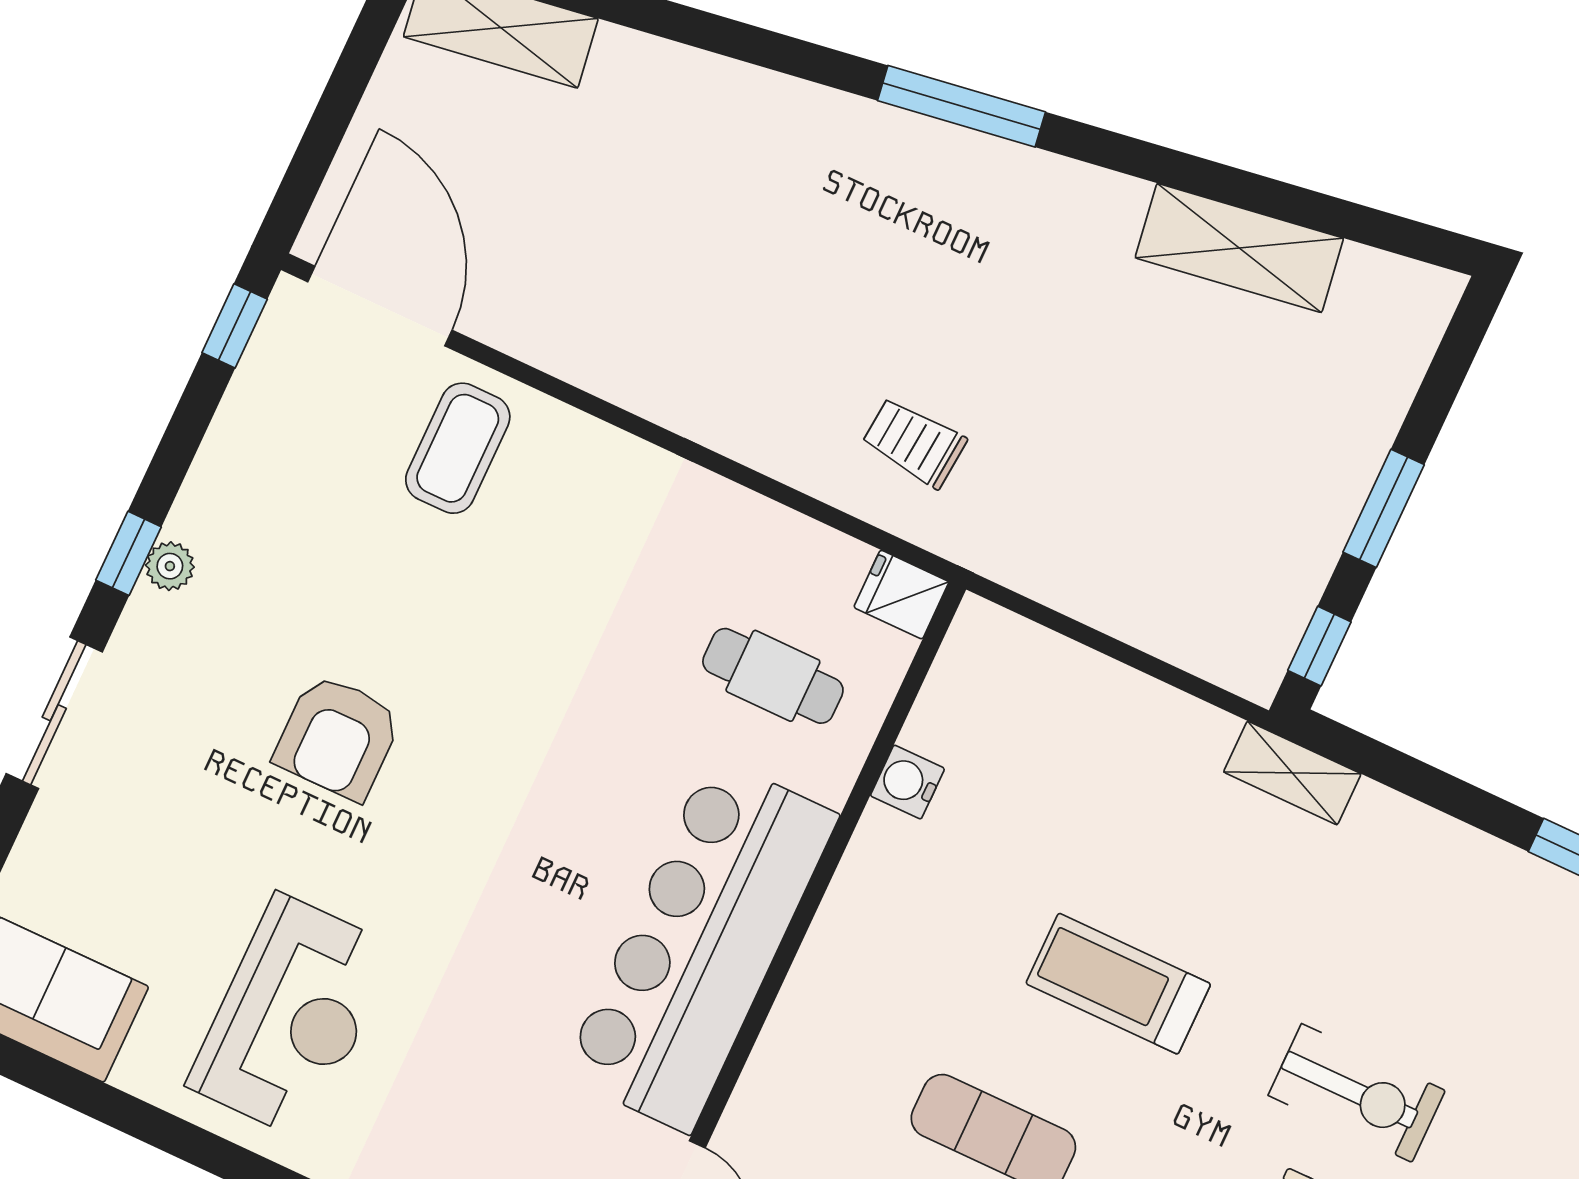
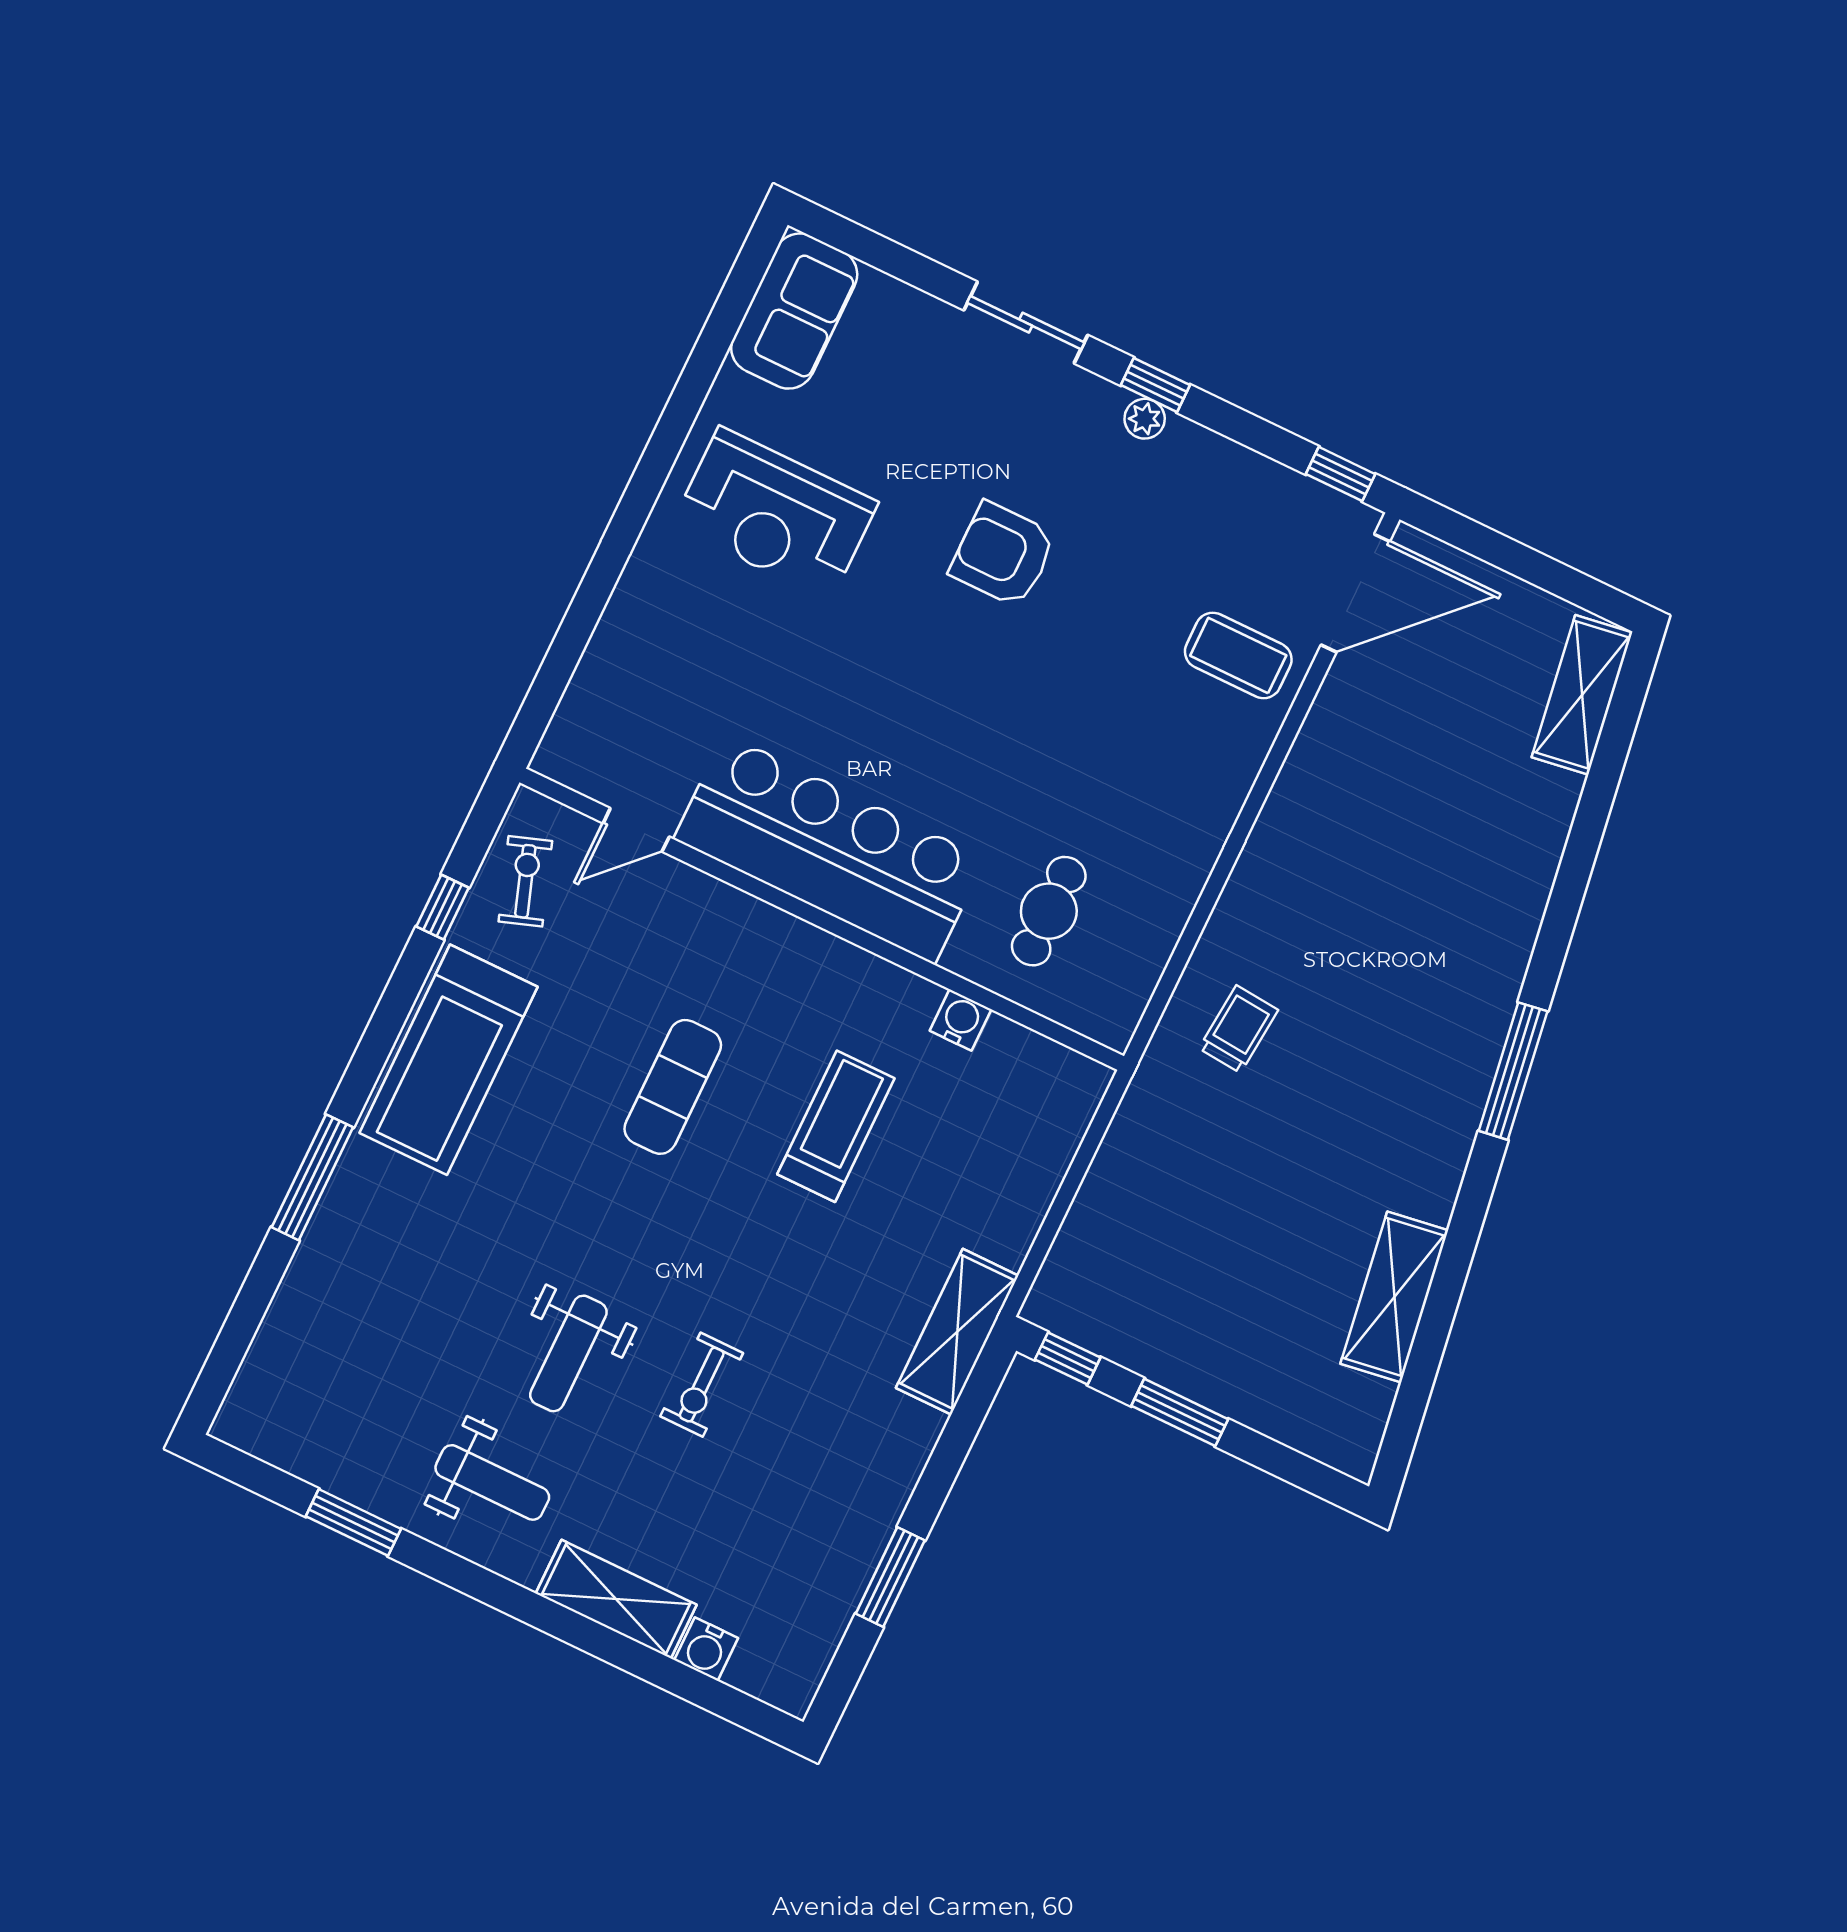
fridge: (901, 595) -> (1114, 1017), removed
shelving: (1292, 773) -> (957, 1332), width x1.50, depth x1.33
treadmill: (1118, 984) -> (836, 1126), moved
exercise bike: (1357, 1093) -> (702, 1385), width x0.73, depth x0.72

